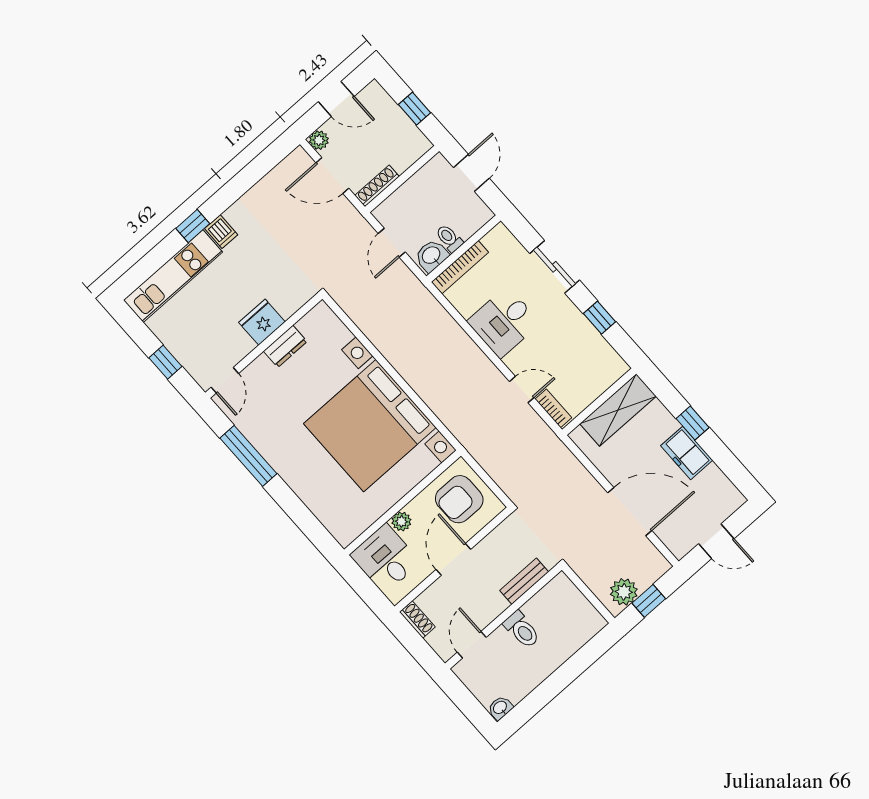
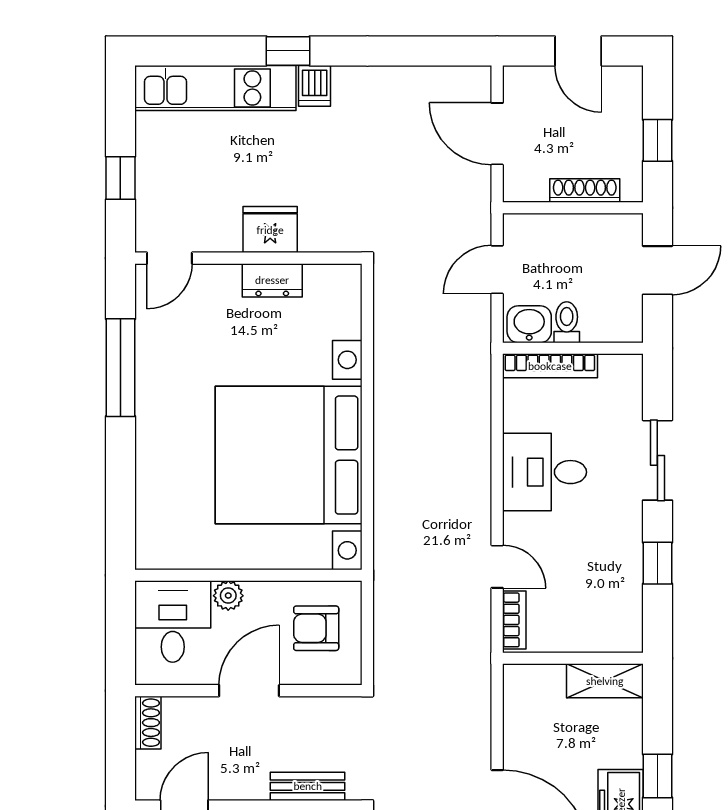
plant: (319, 140) -> (517, 80), removed
shoe rack: (377, 186) -> (585, 190), moved
shelving: (618, 410) -> (605, 681), width x0.67, depth x0.75
armchair: (459, 499) -> (316, 628), width x0.72, depth x0.72

